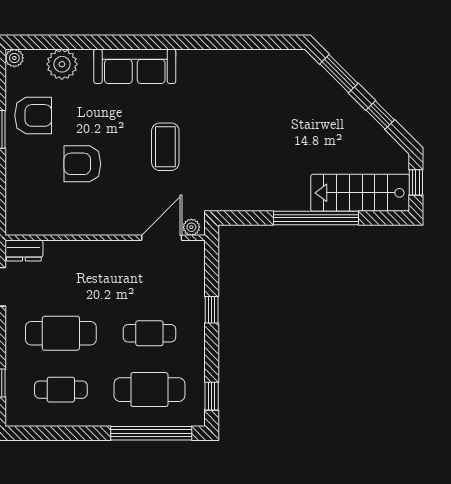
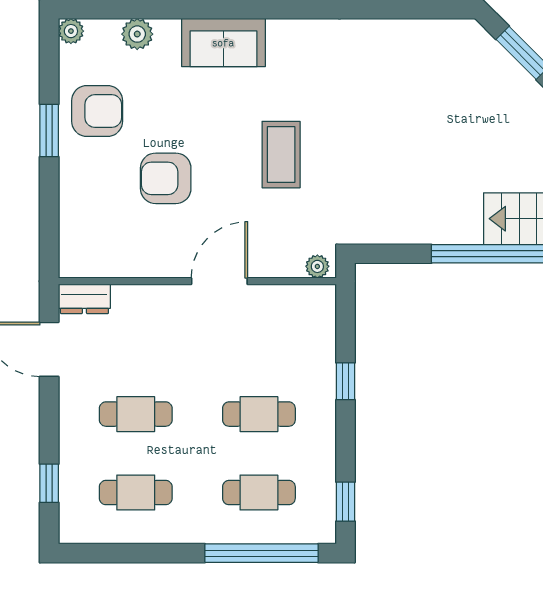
plant: (62, 64) -> (137, 34), width x0.73, depth x0.73
sofa: (135, 66) -> (223, 43), width x0.73
door: (162, 238) -> (219, 281), moved
cafe table: (61, 333) -> (136, 414), width x0.73, depth x0.74
cafe table: (149, 390) -> (259, 493), width x0.73, depth x0.74

